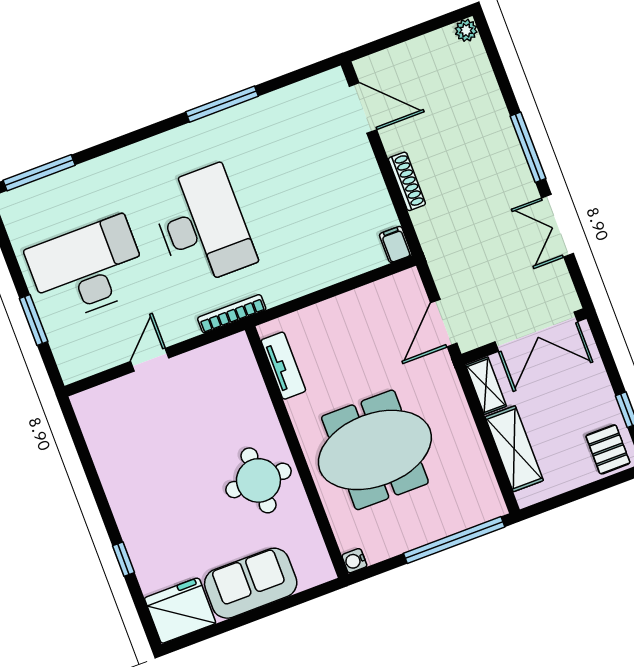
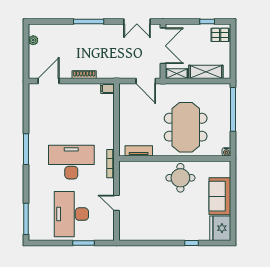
plant: (466, 30) -> (33, 40), moved
window: (222, 104) -> (26, 149), moved
double door: (558, 226) -> (137, 22), moved

